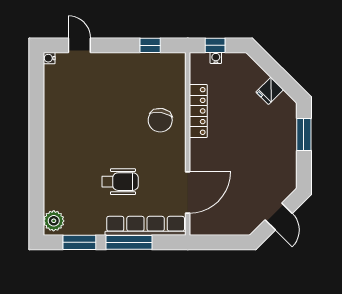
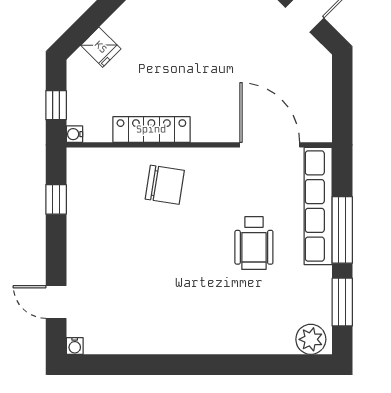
door: (79, 45) -> (56, 302), hinge flipped
water cooler: (216, 58) -> (74, 134), moved
fridge: (270, 91) -> (101, 47), moved
wheelchair: (120, 182) -> (254, 243), turned 180

